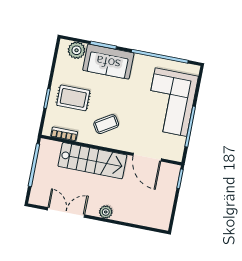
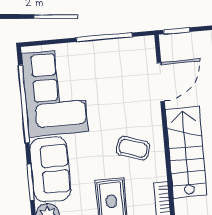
corner sofa: (171, 102) -> (55, 93), moved, turned -90
coffee table: (106, 124) -> (133, 148), turned -40

